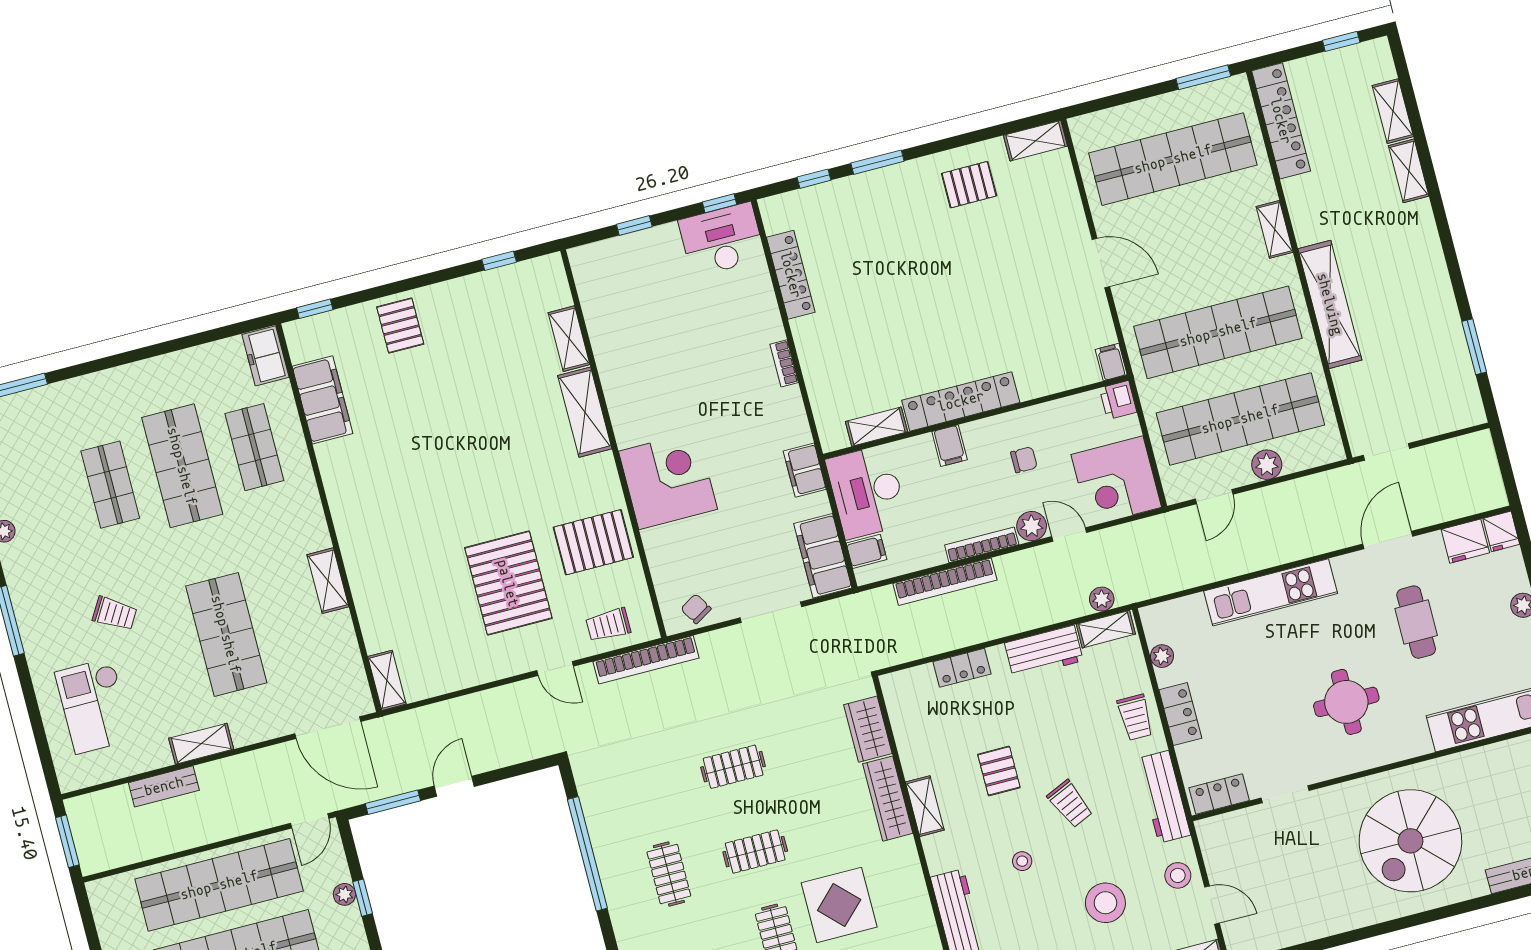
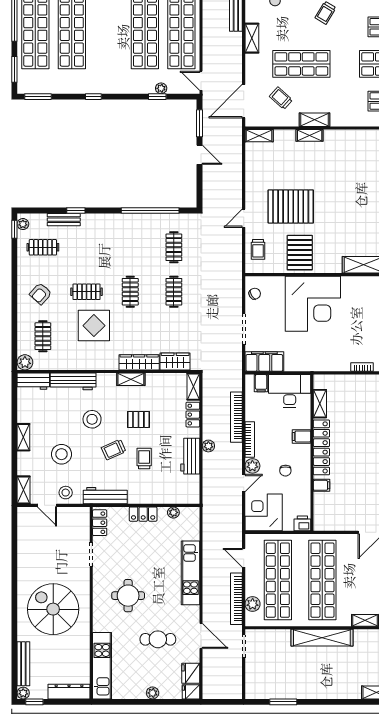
filing cabinet: (1111, 362) -> (322, 485), moved
plant: (1267, 465) -> (253, 604), moved
filing cabinet: (805, 470) -> (308, 364), removed
corner desk: (668, 480) -> (313, 304), width x1.36, depth x1.36
shelving: (361, 582) -> (310, 135), added
plant: (1102, 599) -> (208, 446), moved
trolley: (608, 625) -> (258, 249), turned 180
shelving: (1106, 629) -> (193, 387), moved
trolley: (303, 657) -> (281, 98), added
bookcase: (646, 660) -> (236, 599), moved
trolley: (1135, 717) -> (144, 458), moved, turned 90
stool: (1022, 861) -> (92, 419), width x1.89, depth x1.89
clothes rail: (669, 874) -> (174, 247), moved, turned 90
door: (1212, 905) -> (47, 505), hinge flipped

